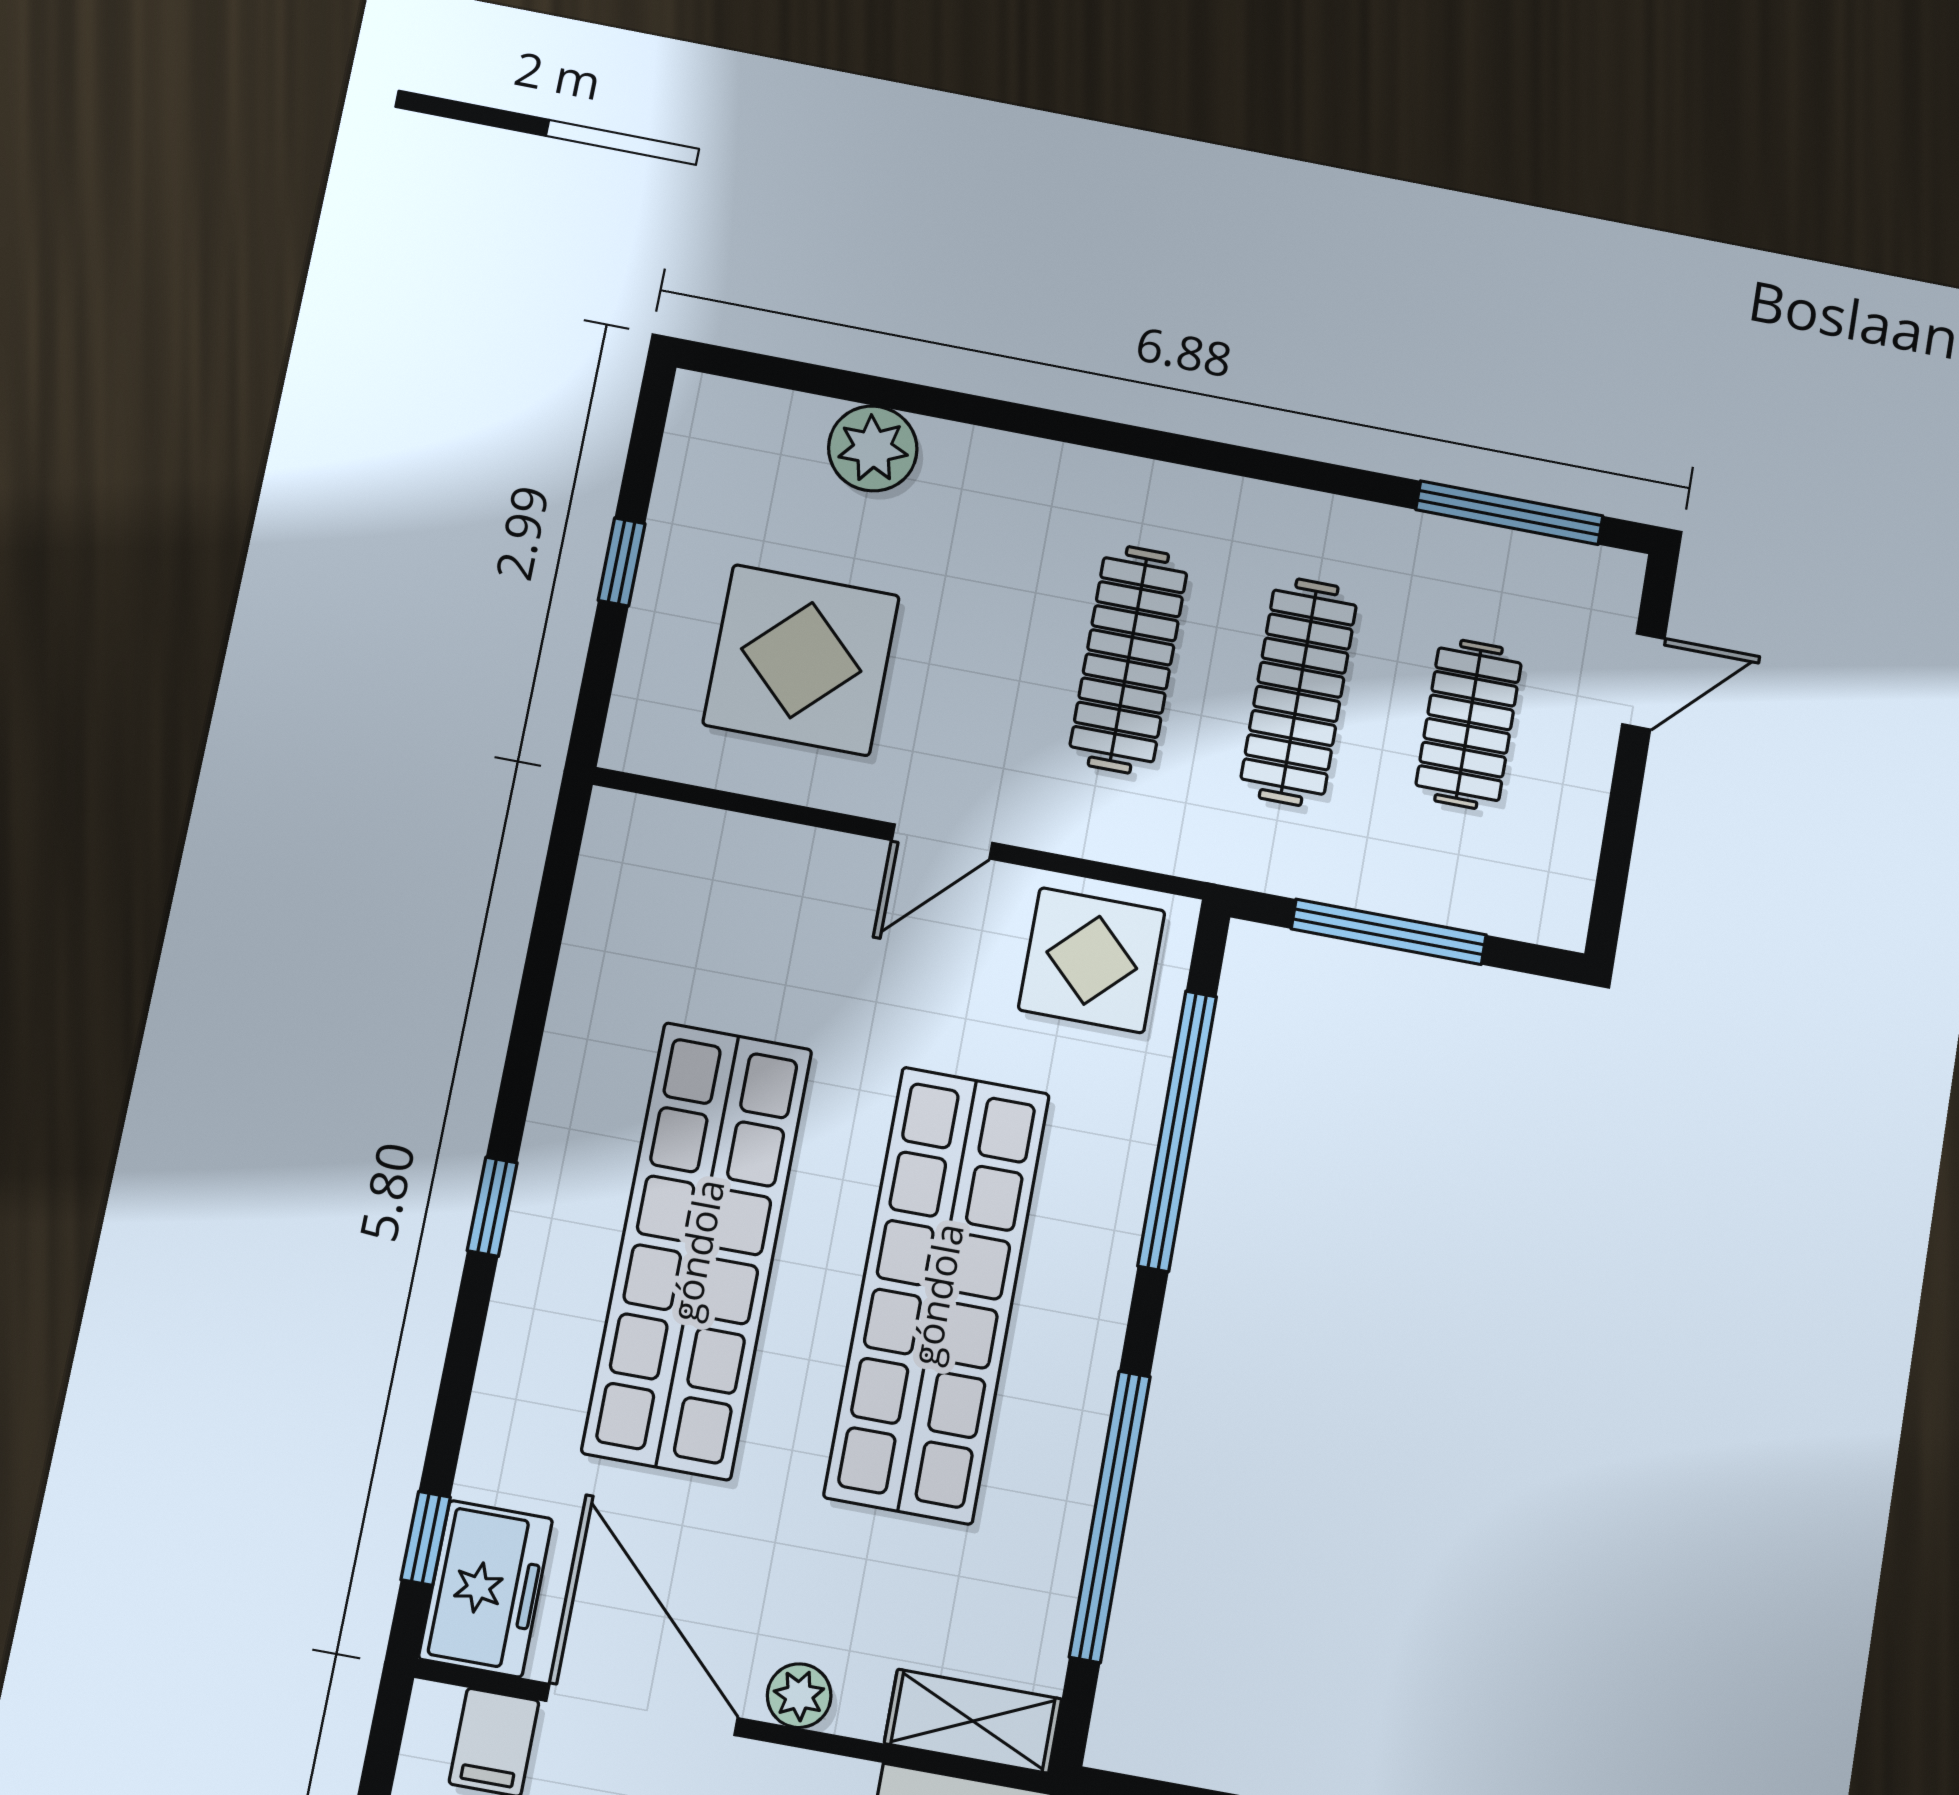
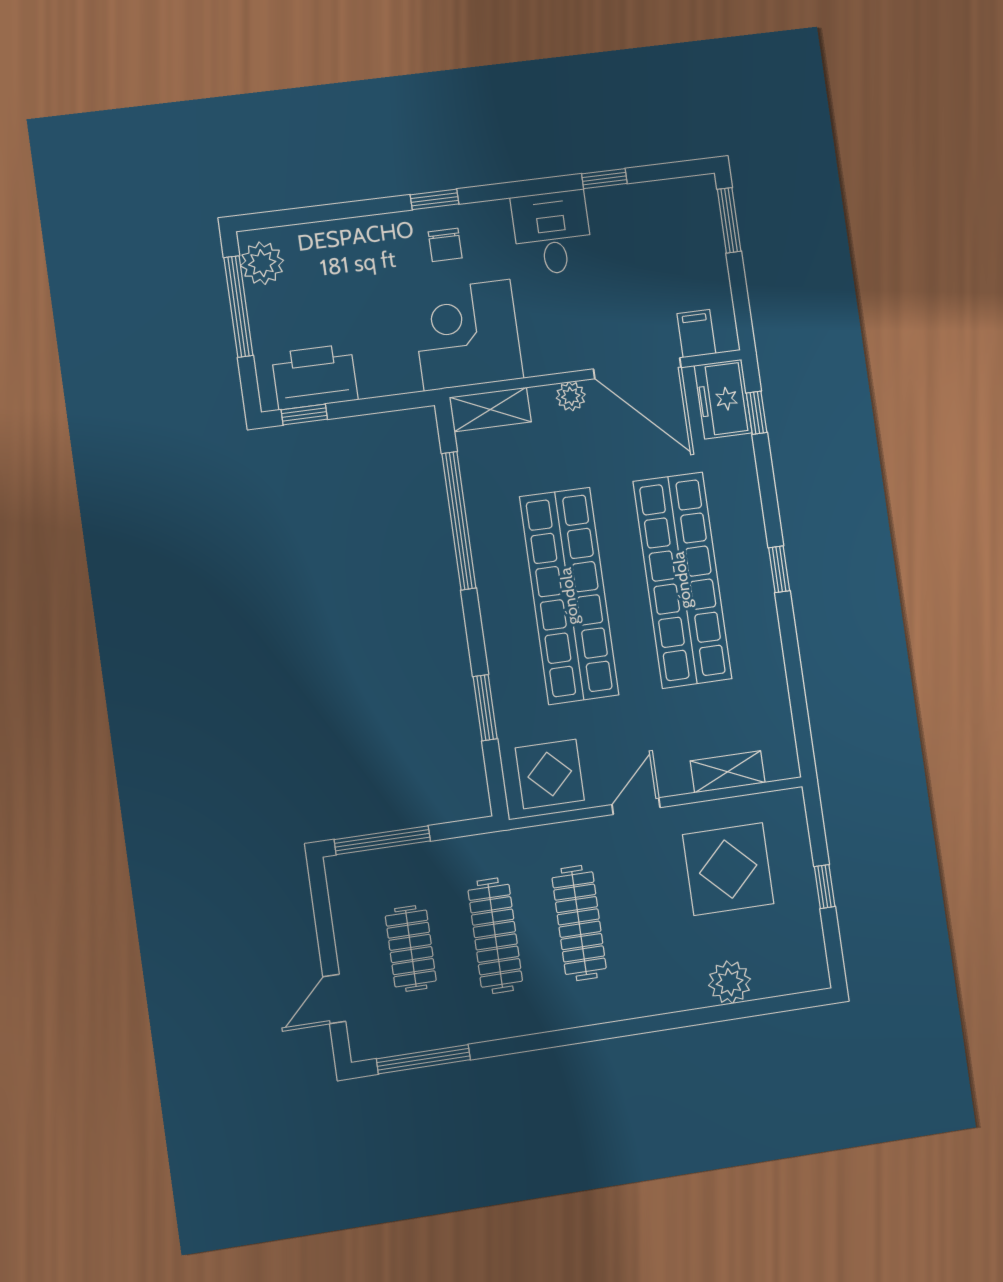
shelving: (737, 845) -> (728, 772), added
window: (1389, 932) -> (382, 840), moved
window: (1177, 1131) -> (485, 708), width x0.47

